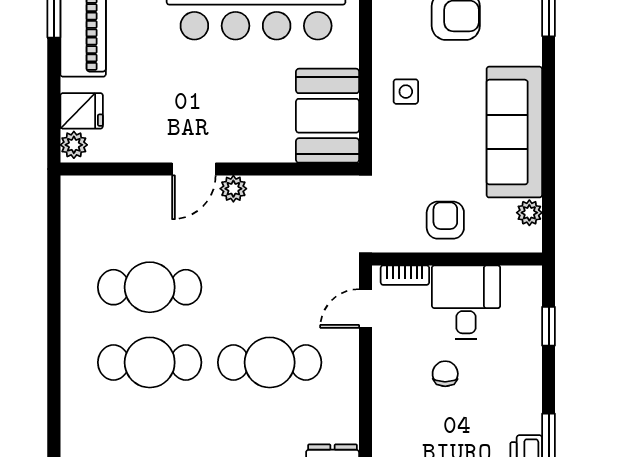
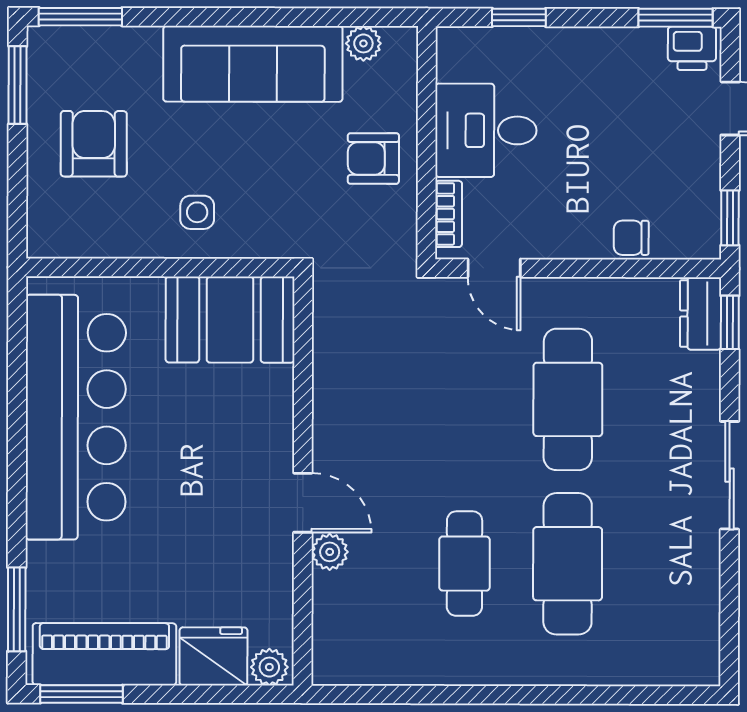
fridge: (82, 111) -> (213, 656), width x1.38
plant: (233, 189) -> (330, 552), moved
cafe table: (150, 287) -> (464, 564), width x0.73, depth x0.74
chair: (445, 374) -> (631, 238), moved

